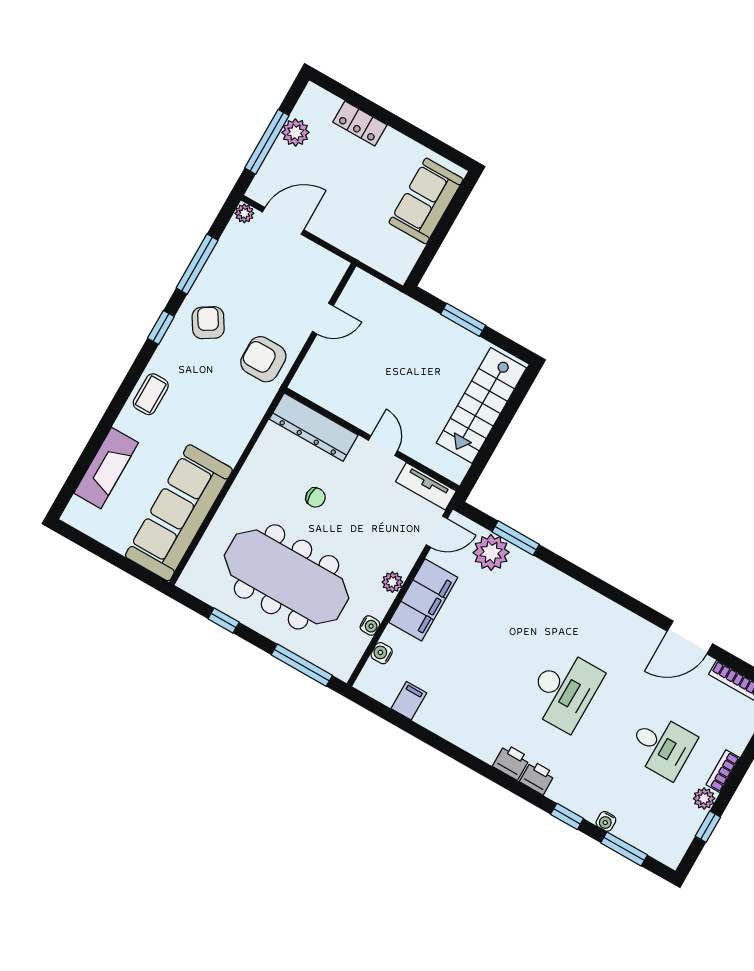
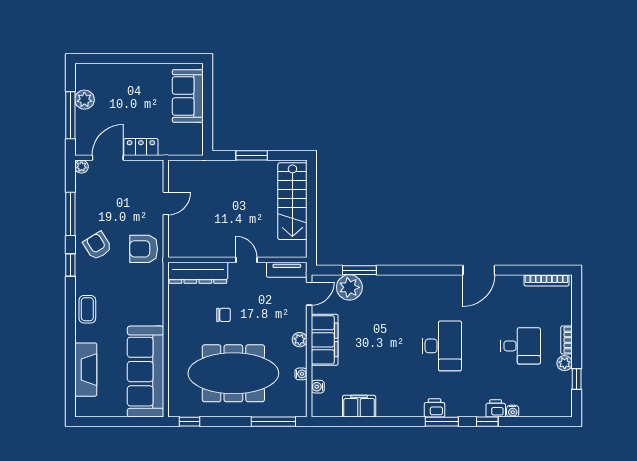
locker: (360, 123) -> (141, 147), moved, turned 180
window: (224, 620) -> (189, 422), moved
door: (690, 637) -> (479, 270), moved
filing cabinet: (409, 701) -> (359, 406), width x2.00
printer: (537, 778) -> (496, 408), moved
window: (624, 849) -> (442, 422), moved

